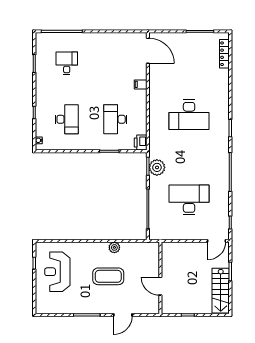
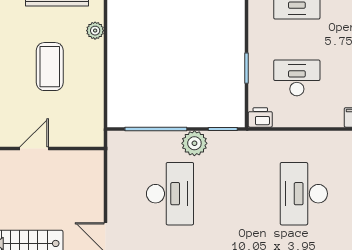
plant: (157, 167) -> (194, 143), moved
plant: (114, 247) -> (95, 31), moved

